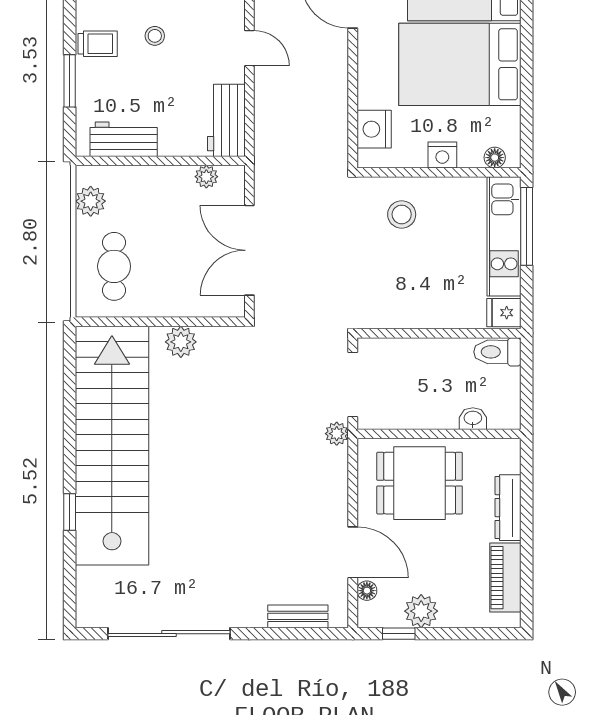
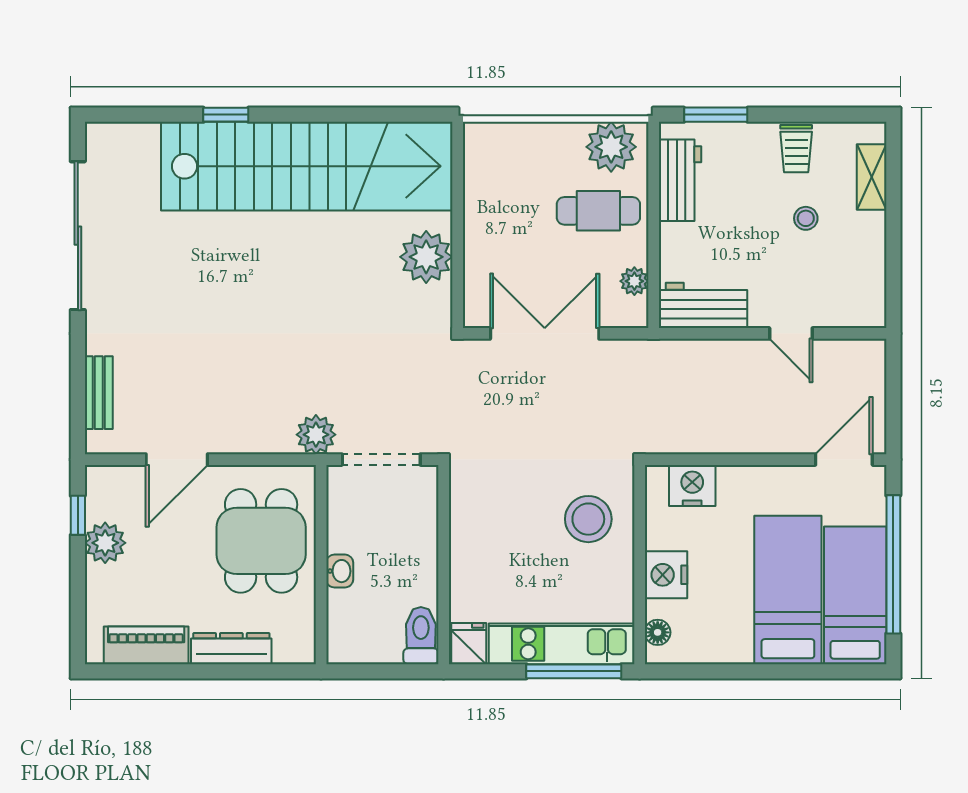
door: (249, 48) -> (791, 333), hinge flipped
bed: (460, 64) -> (788, 590), width x0.67
window: (70, 81) -> (716, 115), moved
nightstand: (442, 155) -> (666, 575), width x1.36, depth x1.33
plant: (91, 201) -> (611, 147), width x1.36, depth x1.36
stool: (402, 214) -> (588, 519), width x1.38, depth x1.38
cafe table: (114, 266) -> (598, 211), moved
plant: (181, 342) -> (426, 257), width x1.36, depth x1.36
washbasin: (473, 419) -> (340, 571), moved
plant: (337, 434) -> (316, 435), width x1.38, depth x1.38
floor lamp: (367, 591) -> (130, 477), removed

